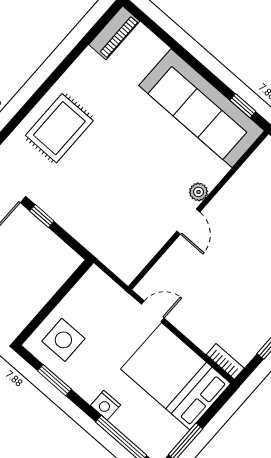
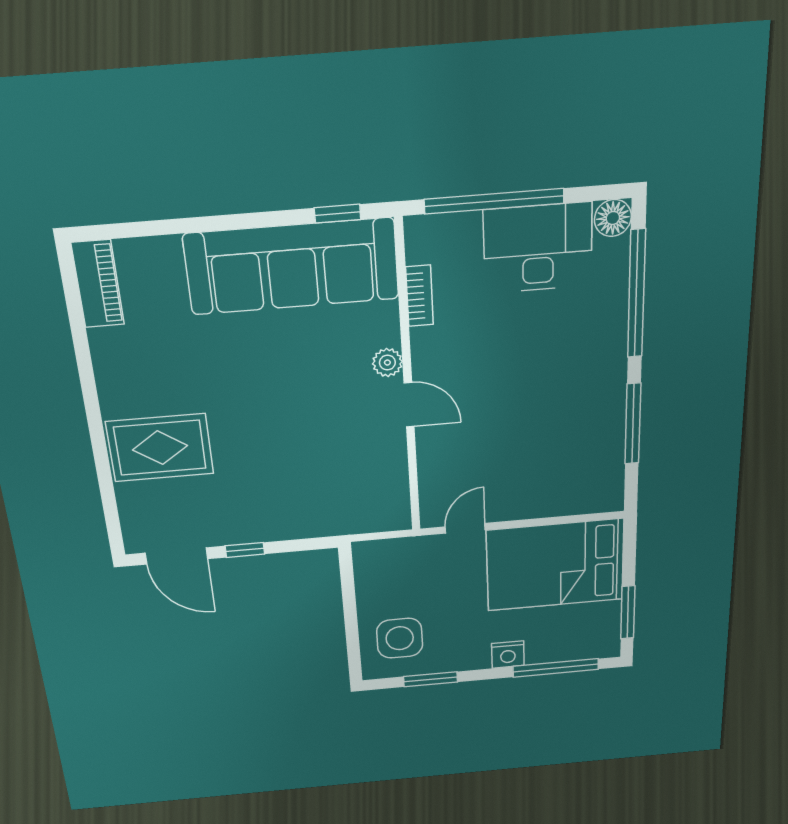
rug: (59, 128) -> (160, 448), turned 90
bookcase: (225, 361) -> (420, 296), moved, turned 90

